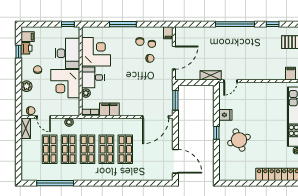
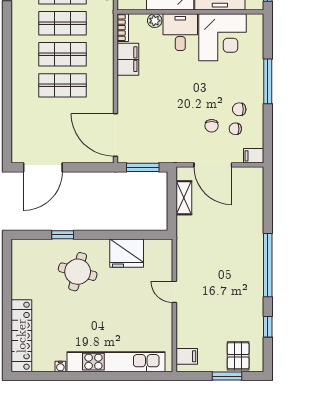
shelving: (211, 75) -> (184, 198), moved
door: (230, 81) -> (174, 292), moved
fridge: (225, 115) -> (127, 253), width x1.88, depth x1.34
window: (216, 133) -> (63, 235), moved
round table: (239, 140) -> (78, 272), turned 35

